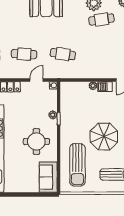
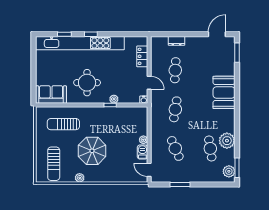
cafe table: (102, 54) -> (175, 148), added
sun lounger: (77, 165) -> (63, 124), width x0.73, depth x0.75

